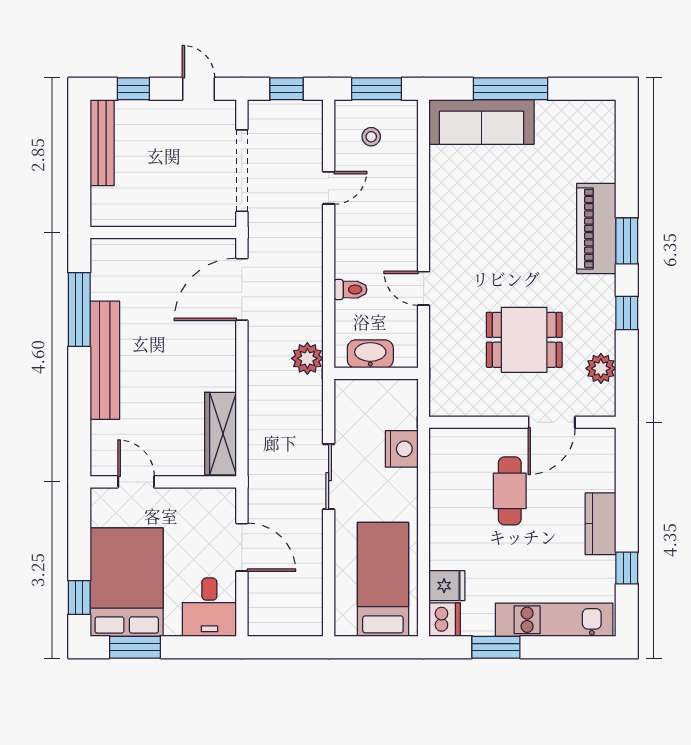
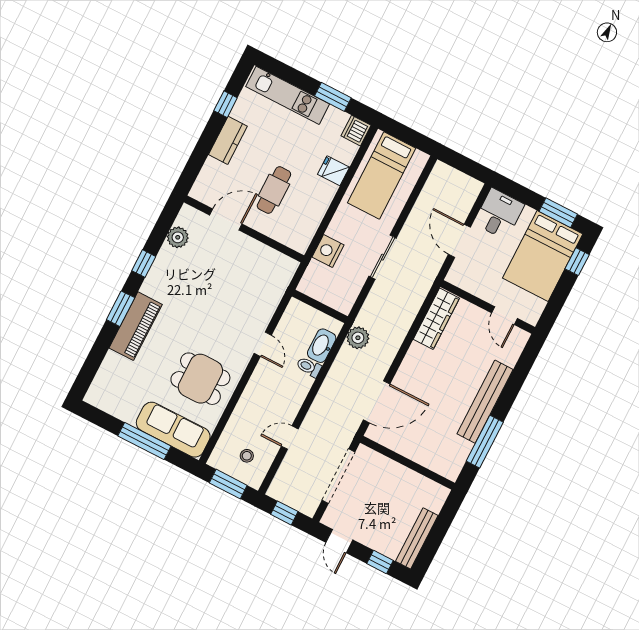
dining table: (524, 340) -> (200, 379), moved
washbasin: (370, 354) -> (322, 346), moved, turned 90
fridge: (447, 586) -> (334, 171), moved

